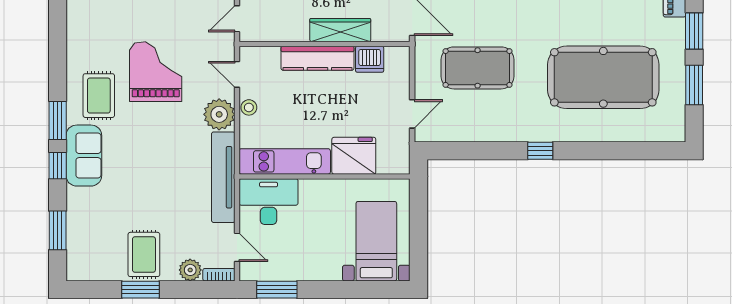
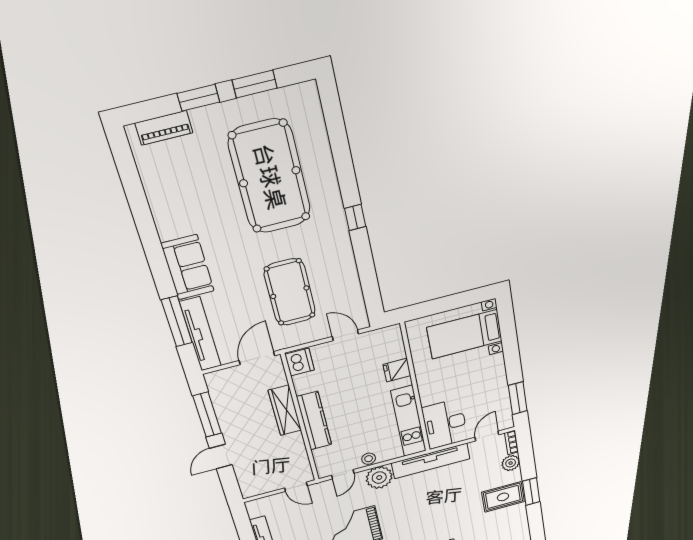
dishwasher: (370, 59) -> (300, 362), moved
fridge: (354, 156) -> (397, 370), width x0.53, depth x0.75

